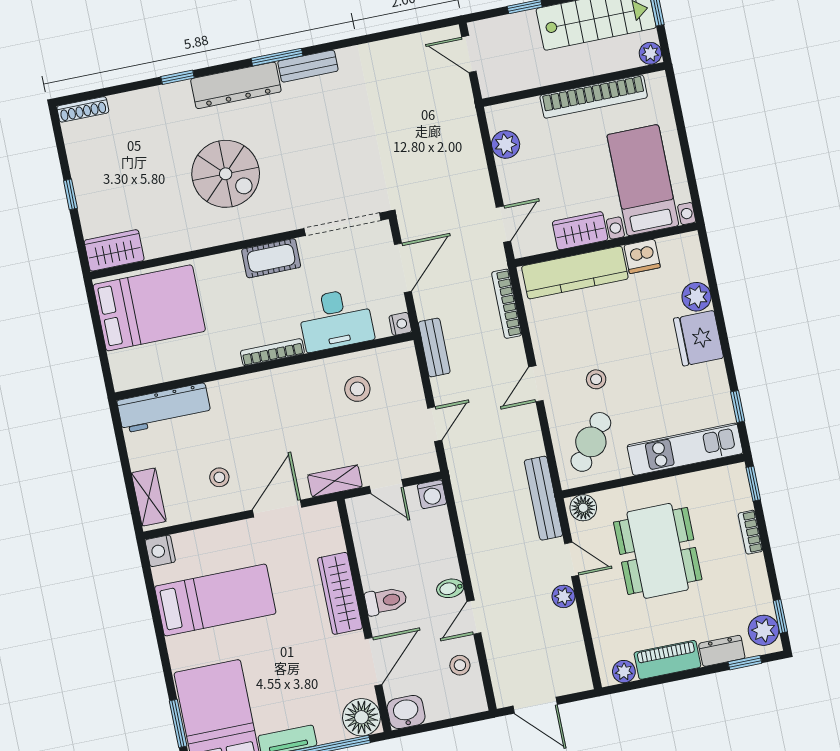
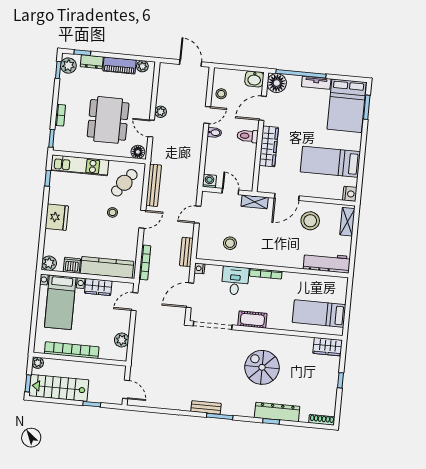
dresser: (236, 85) -> (277, 412), moved
plant: (696, 297) -> (49, 263), moved
bed: (149, 308) -> (319, 314), width x0.67
desk: (336, 320) -> (235, 281), width x0.73
stool: (219, 477) -> (310, 221), width x1.89, depth x1.89
bench: (543, 498) -> (154, 185), moved

